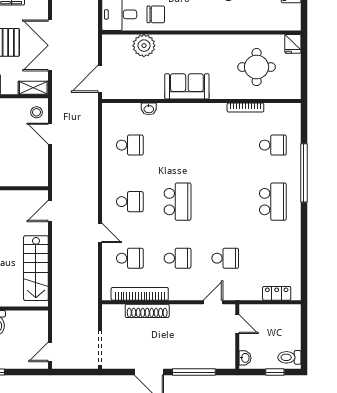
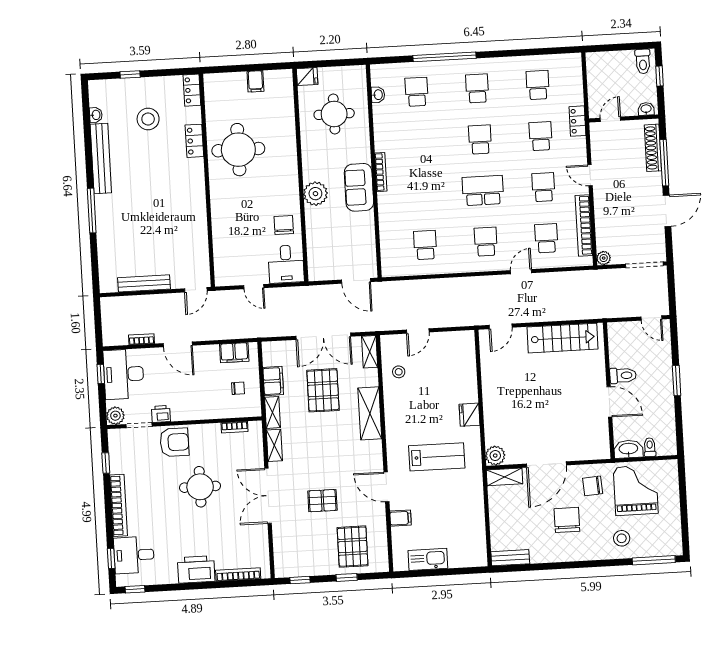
plant: (144, 46) -> (315, 194), moved
bookcase: (245, 108) -> (381, 172), moved
washbasin: (149, 109) -> (378, 95), moved
stool: (36, 112) -> (399, 372), moved
school desk: (225, 202) -> (480, 139), added
school desk: (273, 202) -> (477, 88), width x0.54
door: (50, 211) -> (501, 326), hinge flipped
school desk: (273, 258) -> (538, 85), added
locker: (277, 293) -> (577, 121), moved
door: (213, 302) -> (590, 175), moved
plant: (108, 311) -> (604, 258), added
shoe rack: (147, 311) -> (653, 148), moved, turned 180

